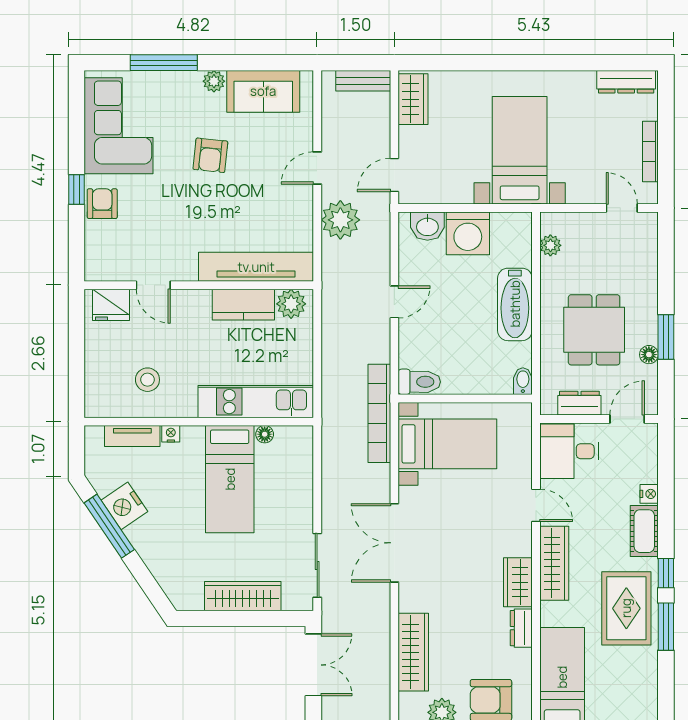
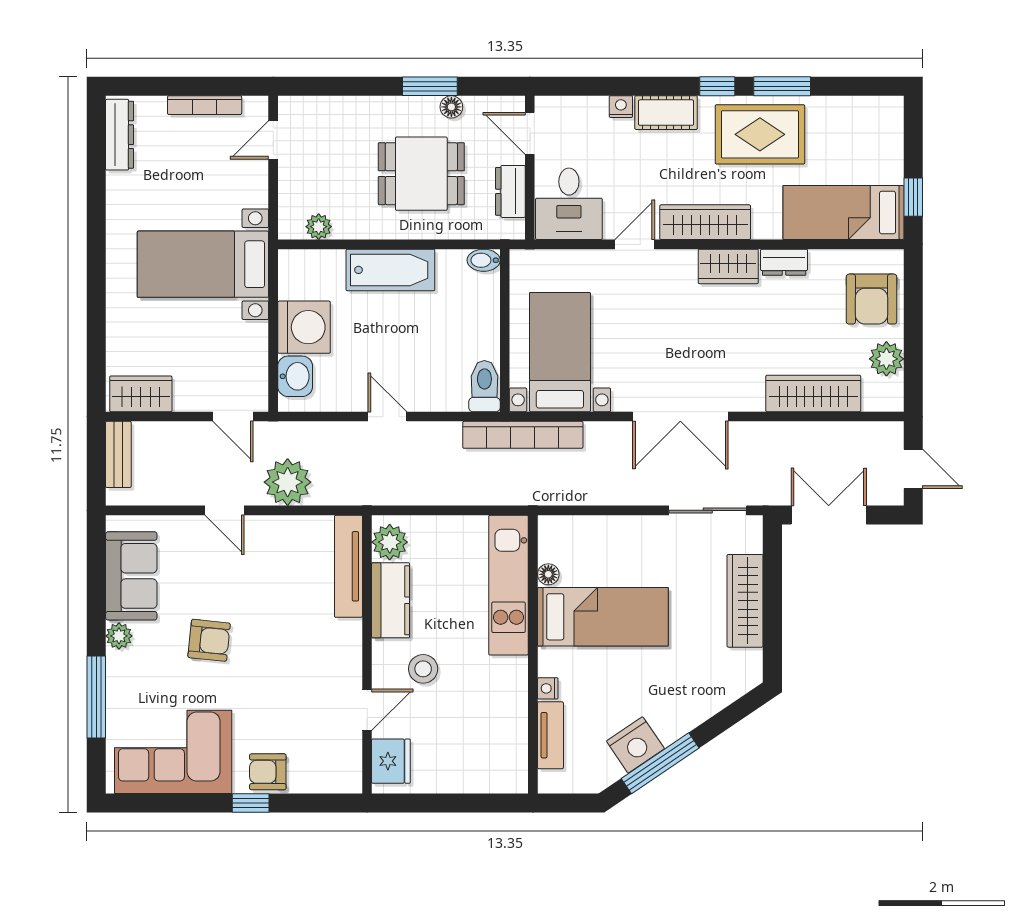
tv unit: (256, 267) -> (348, 566), width x0.73, depth x0.78
stool: (147, 380) -> (423, 669), moved

